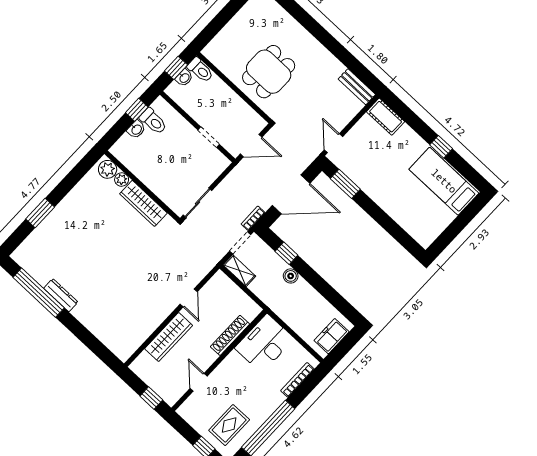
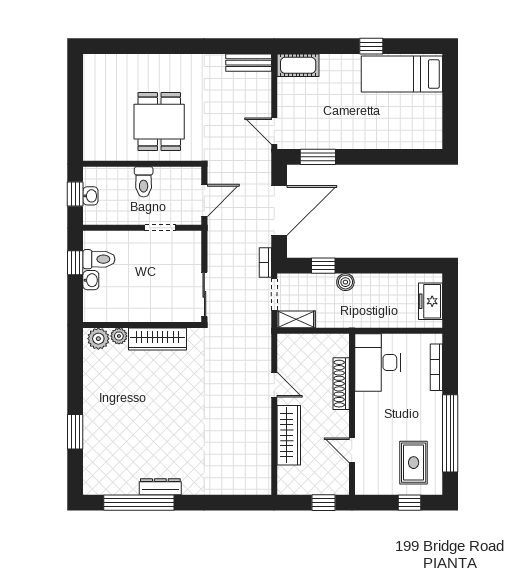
toilet: (200, 70) -> (144, 182), moved, turned 90

